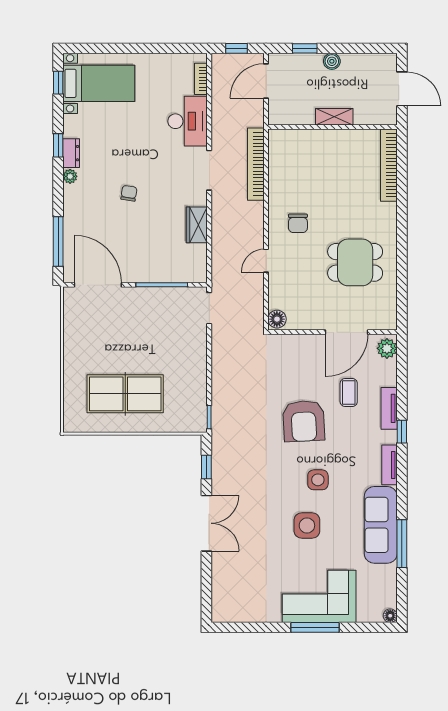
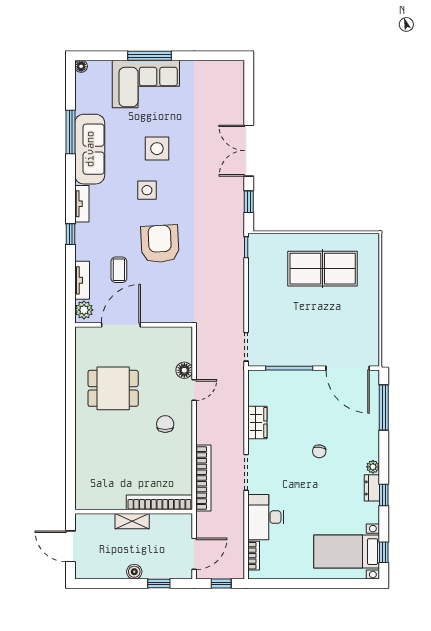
bookcase: (389, 165) -> (159, 502), moved, turned -90
floor lamp: (277, 319) -> (184, 370), moved
tv unit: (389, 408) -> (82, 280), moved

